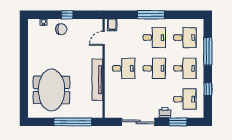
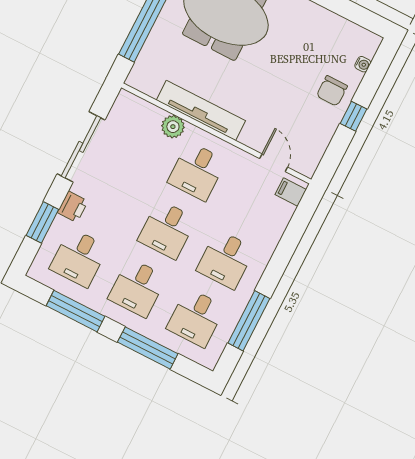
window: (151, 15) -> (249, 321), moved
plant: (110, 88) -> (173, 127), added
window: (208, 89) -> (76, 311), width x2.17

